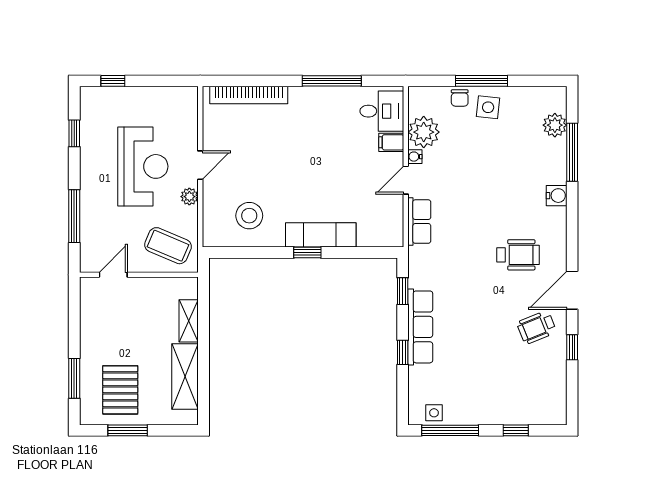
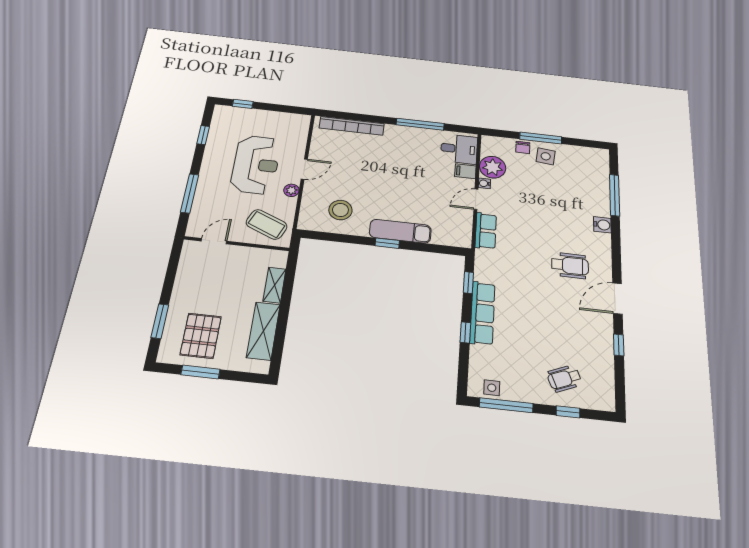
plant: (555, 125) -> (600, 175), removed
wheelchair: (537, 327) -> (564, 379), moved

